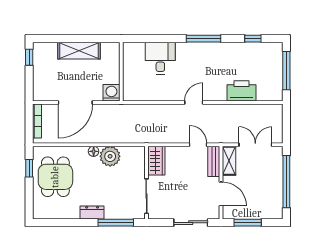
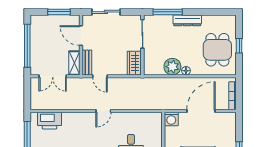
printer: (241, 91) -> (50, 121), moved
window: (29, 168) -> (239, 46), moved
dresser: (92, 213) -> (187, 20), width x1.44

